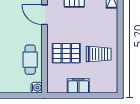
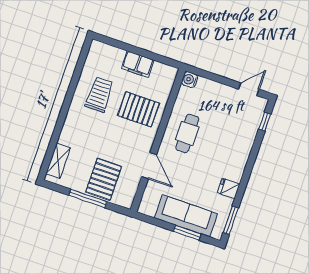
trolley: (99, 54) -> (99, 95), turned 90
cafe table: (30, 60) -> (187, 133), moved

